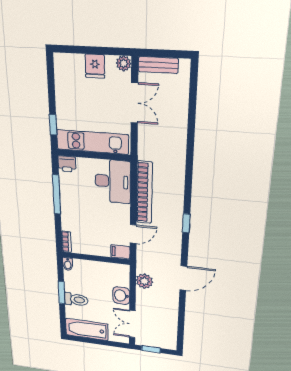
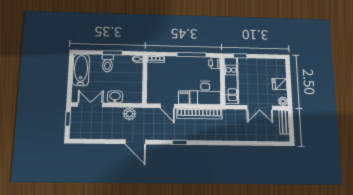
filing cabinet: (120, 252) -> (184, 97), moved

